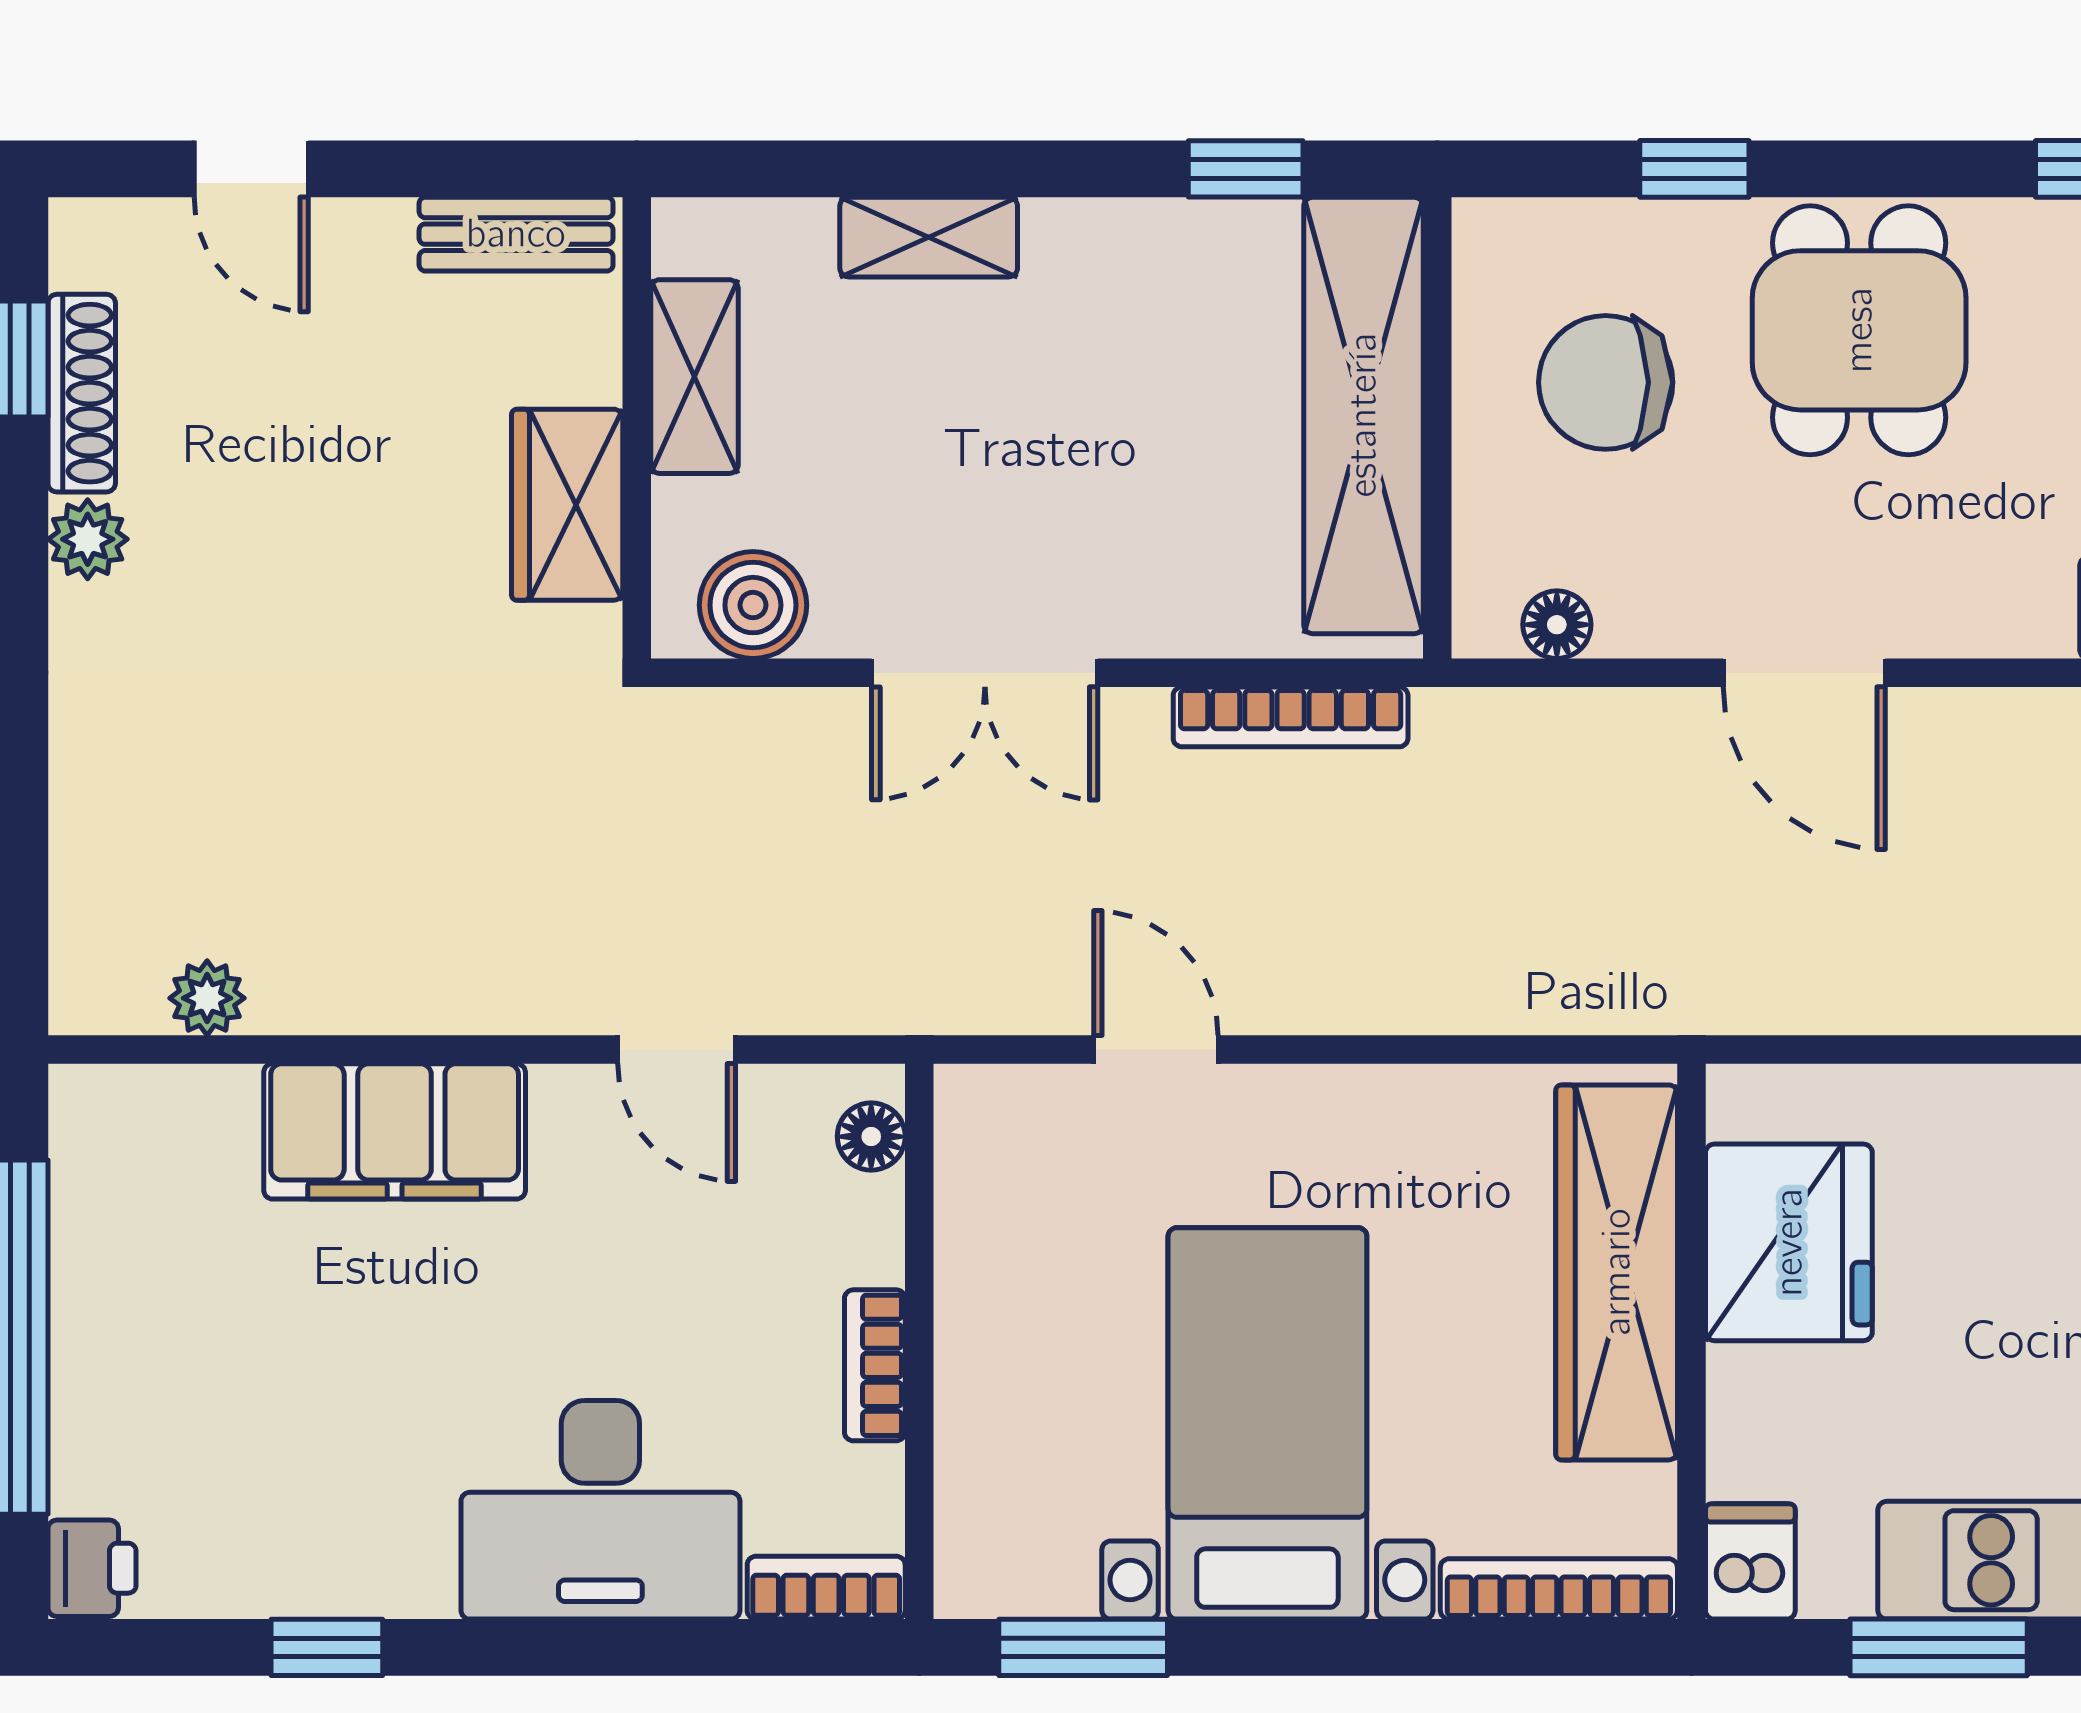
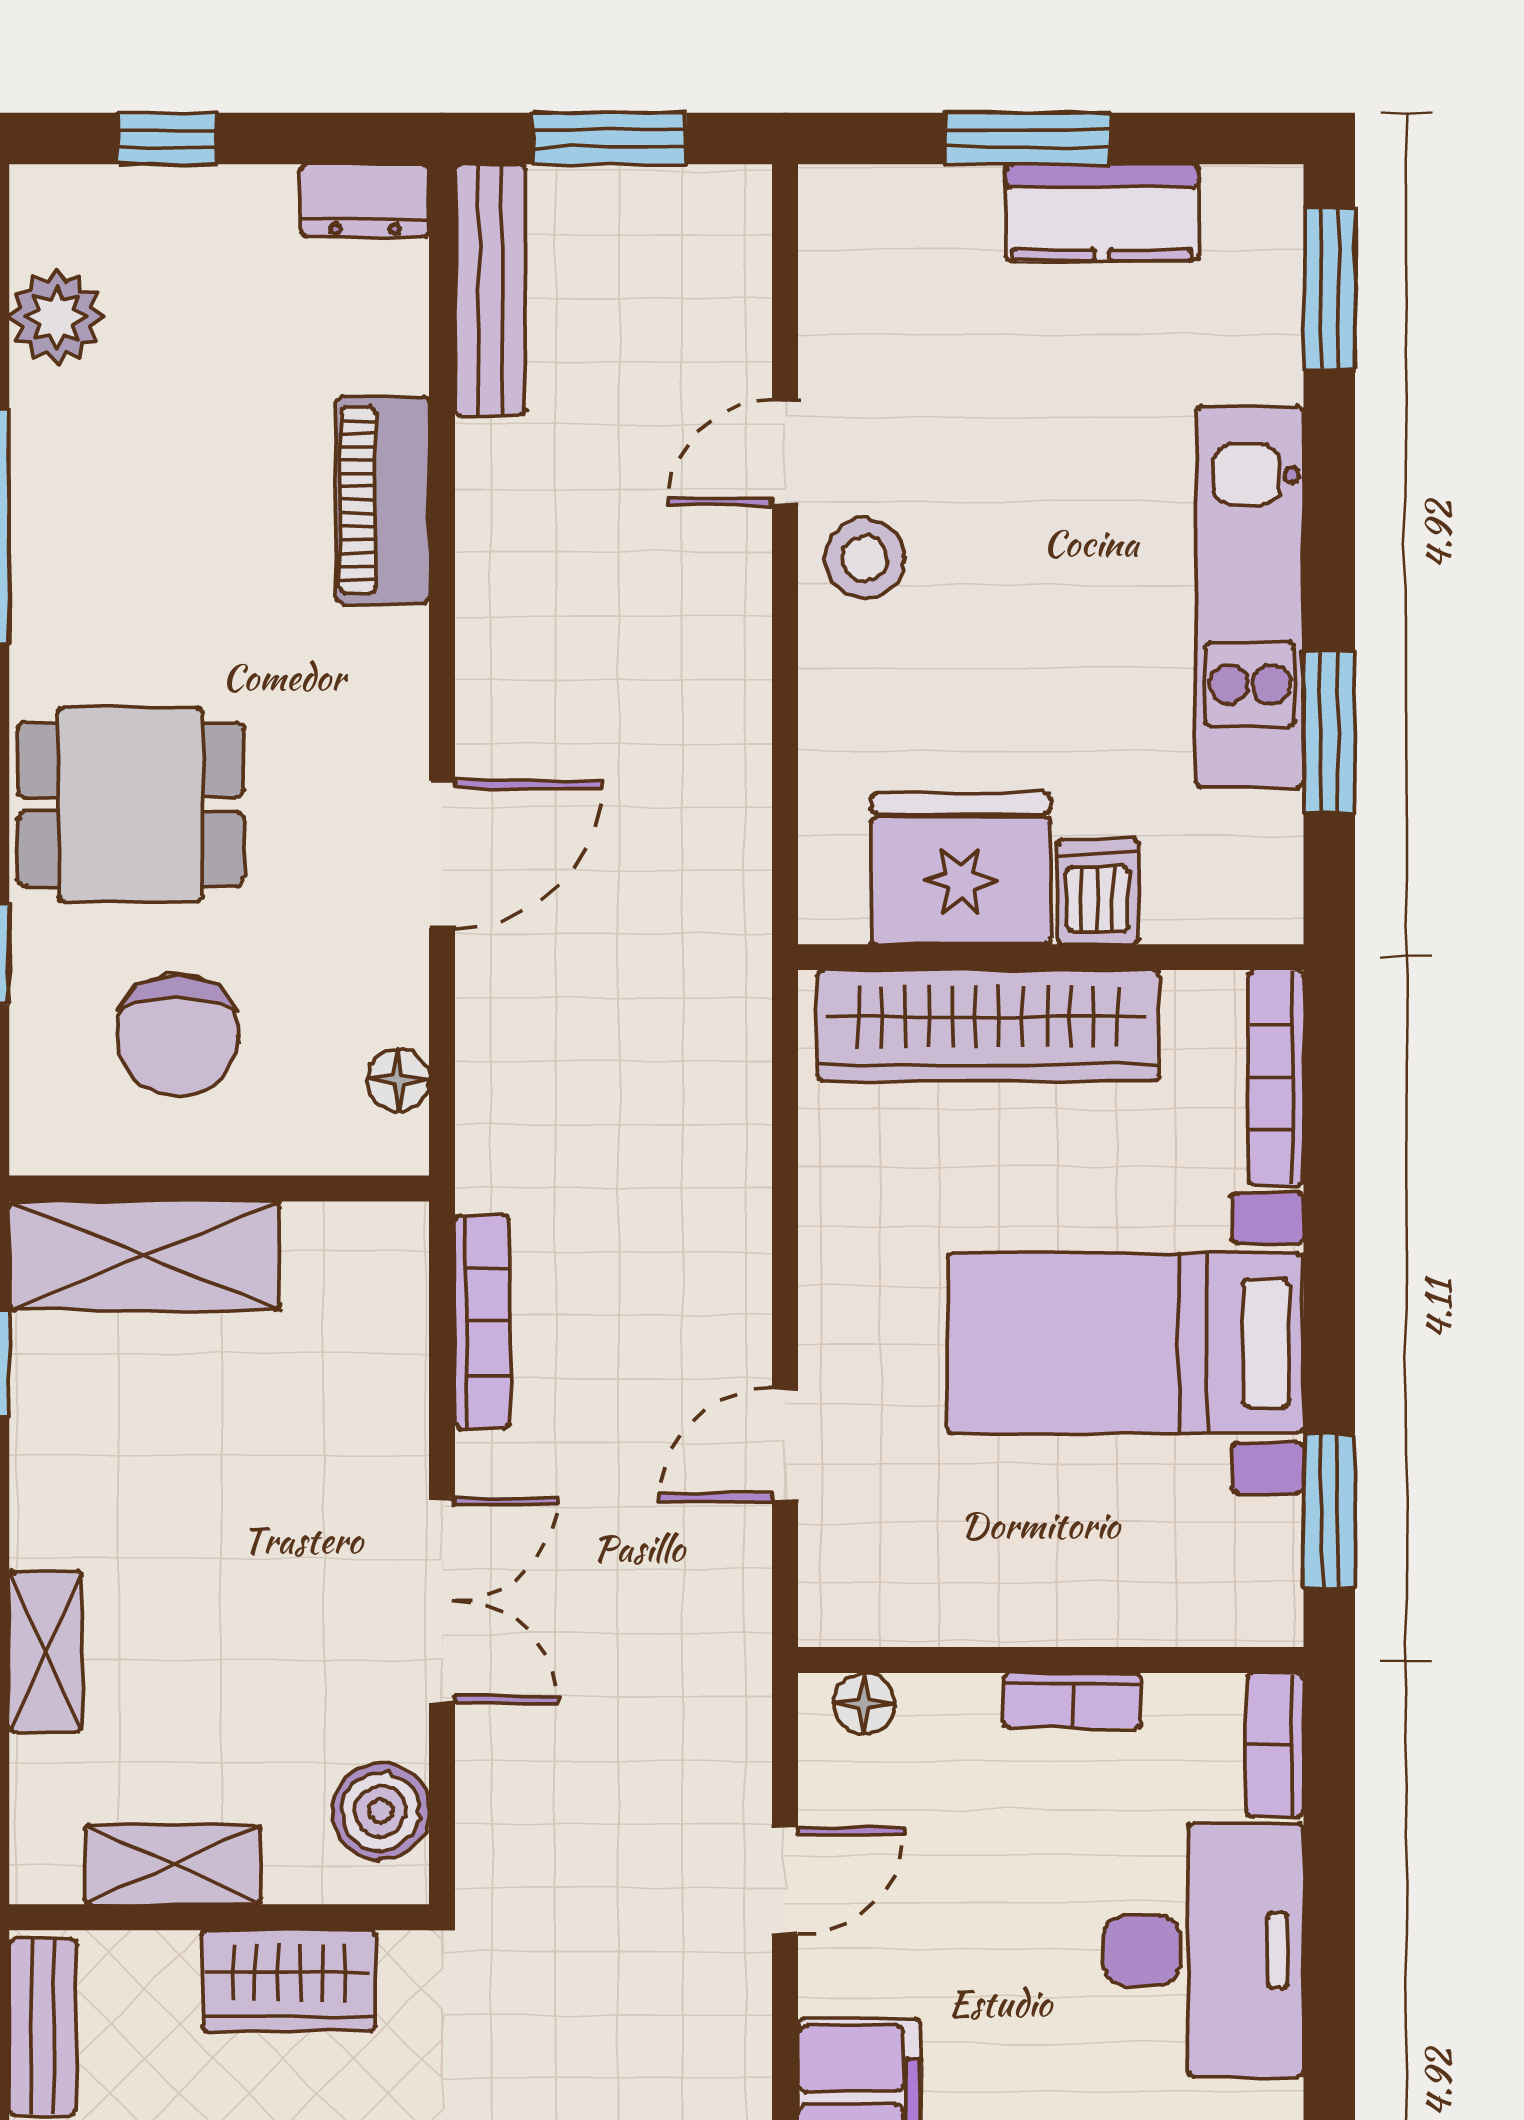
shelving: (1363, 415) -> (145, 1256), width x0.68
dishwasher: (1750, 1561) -> (1098, 892), moved, turned 90

